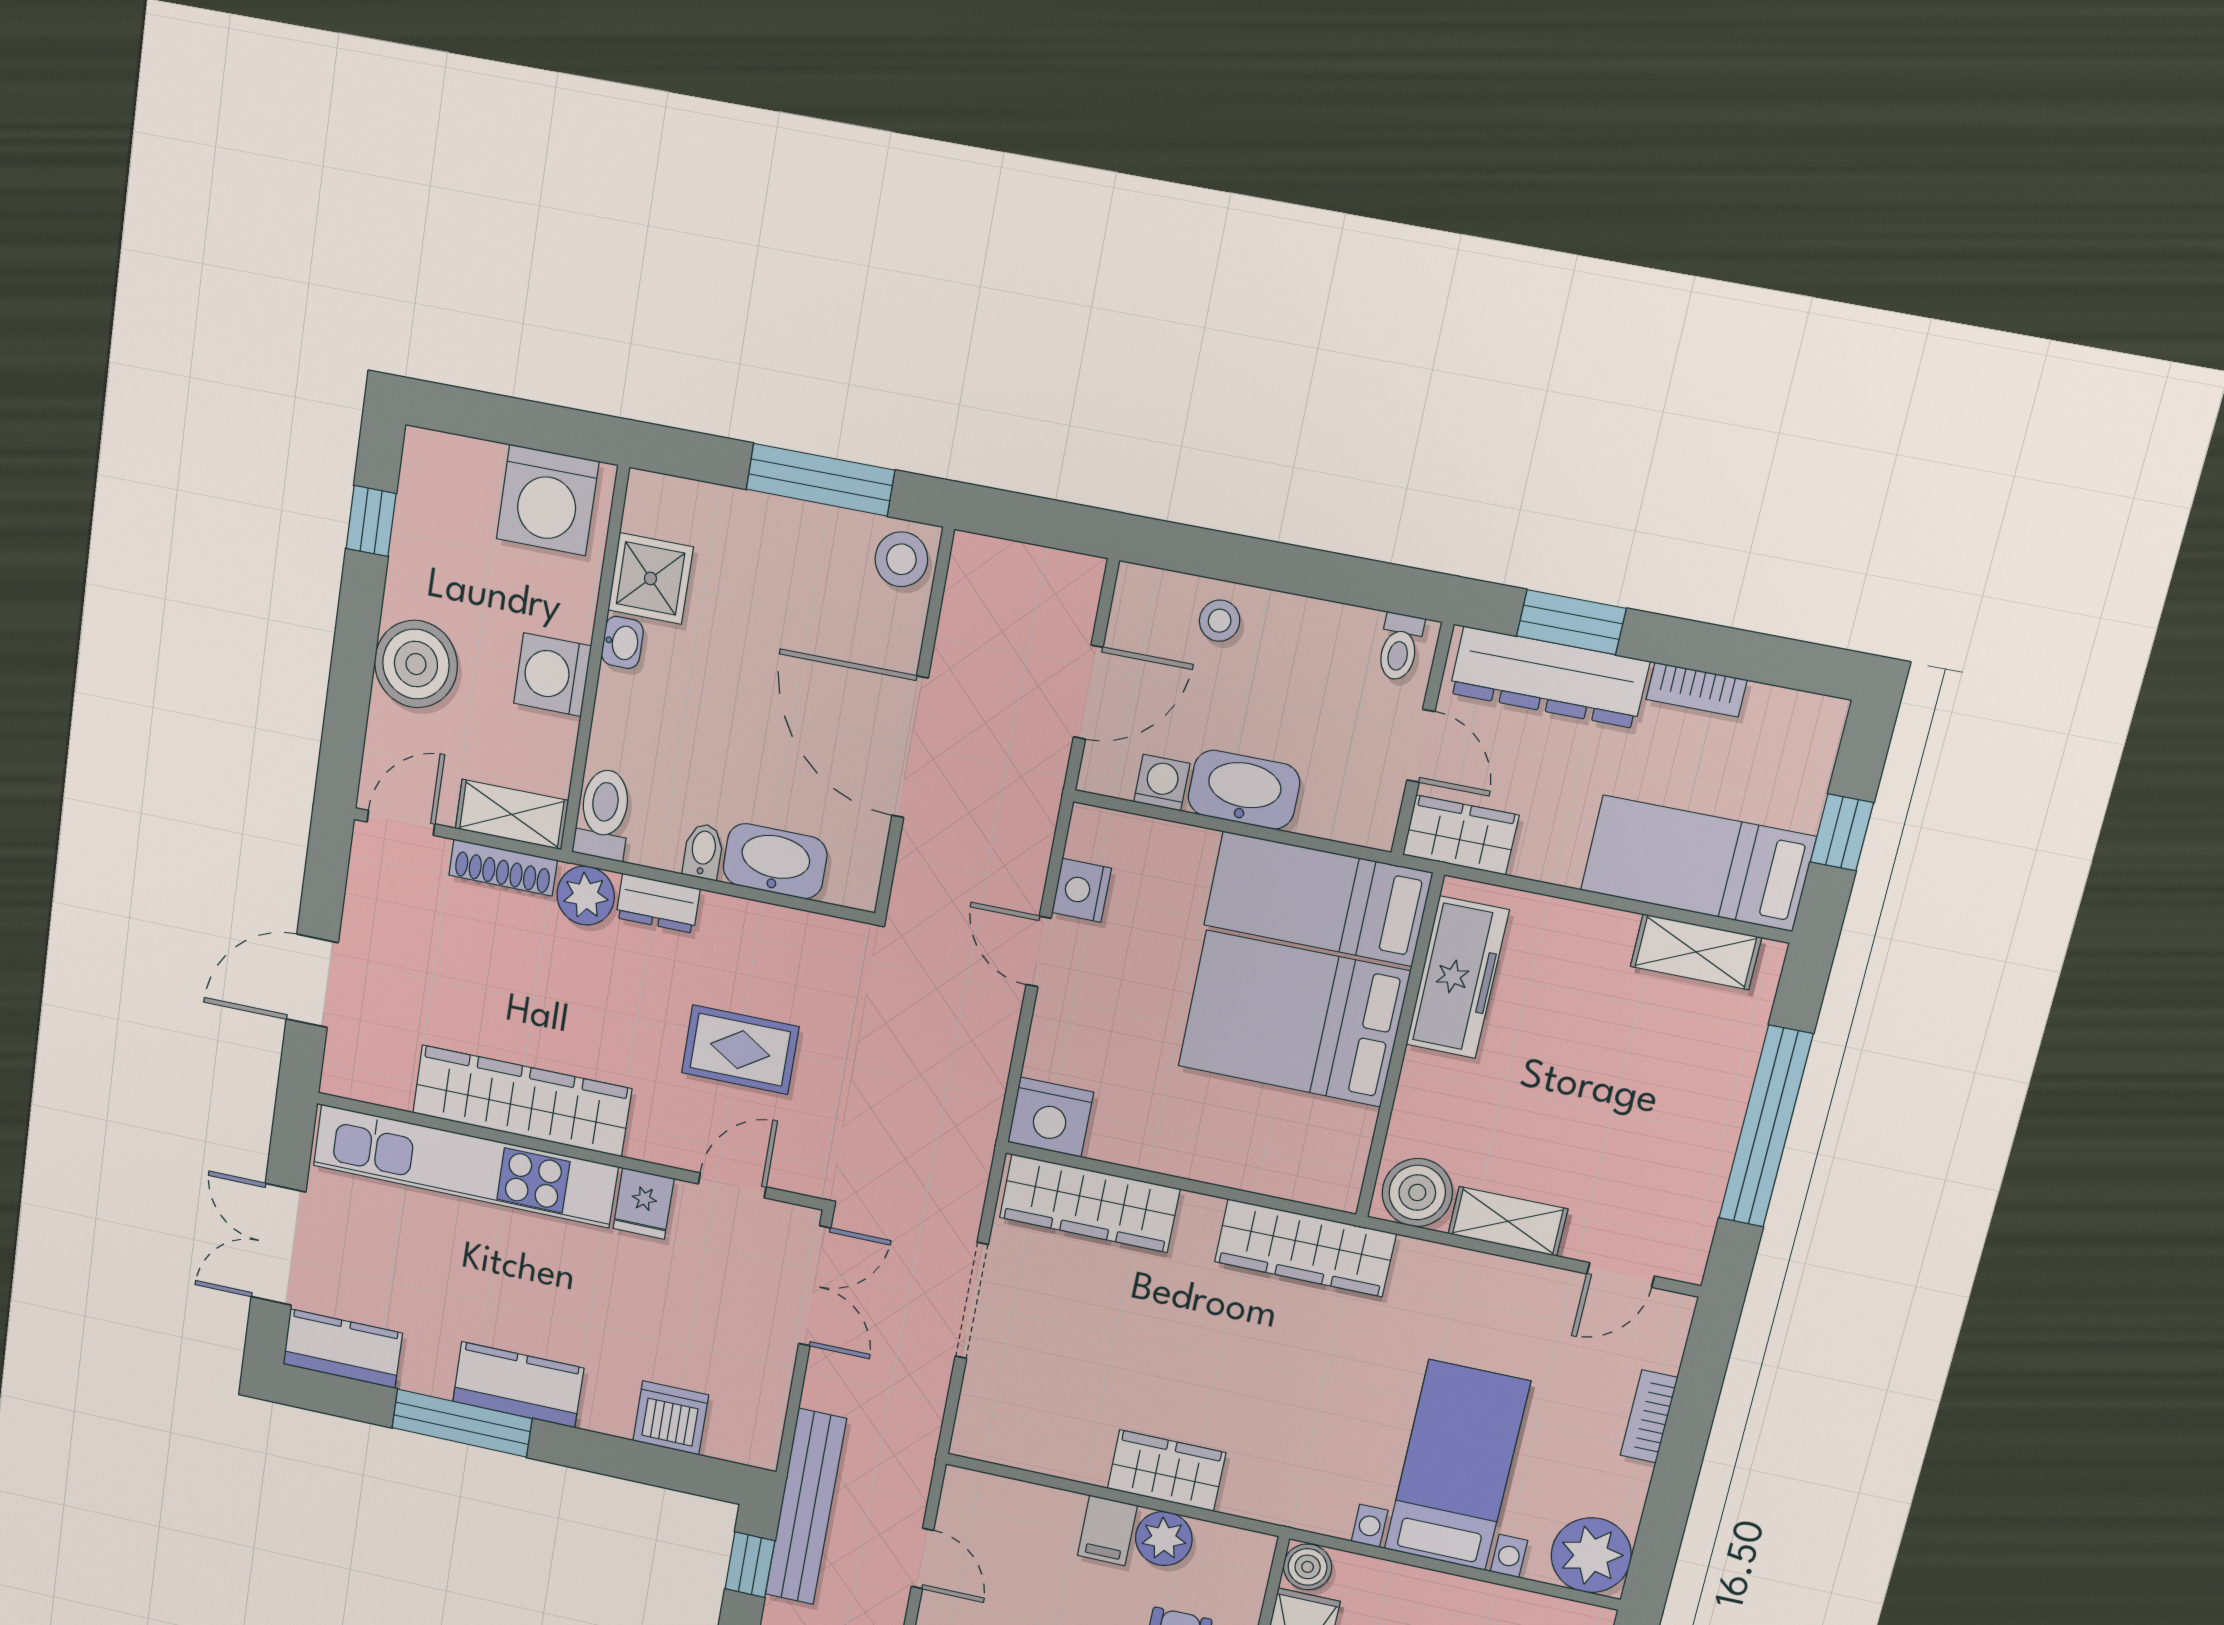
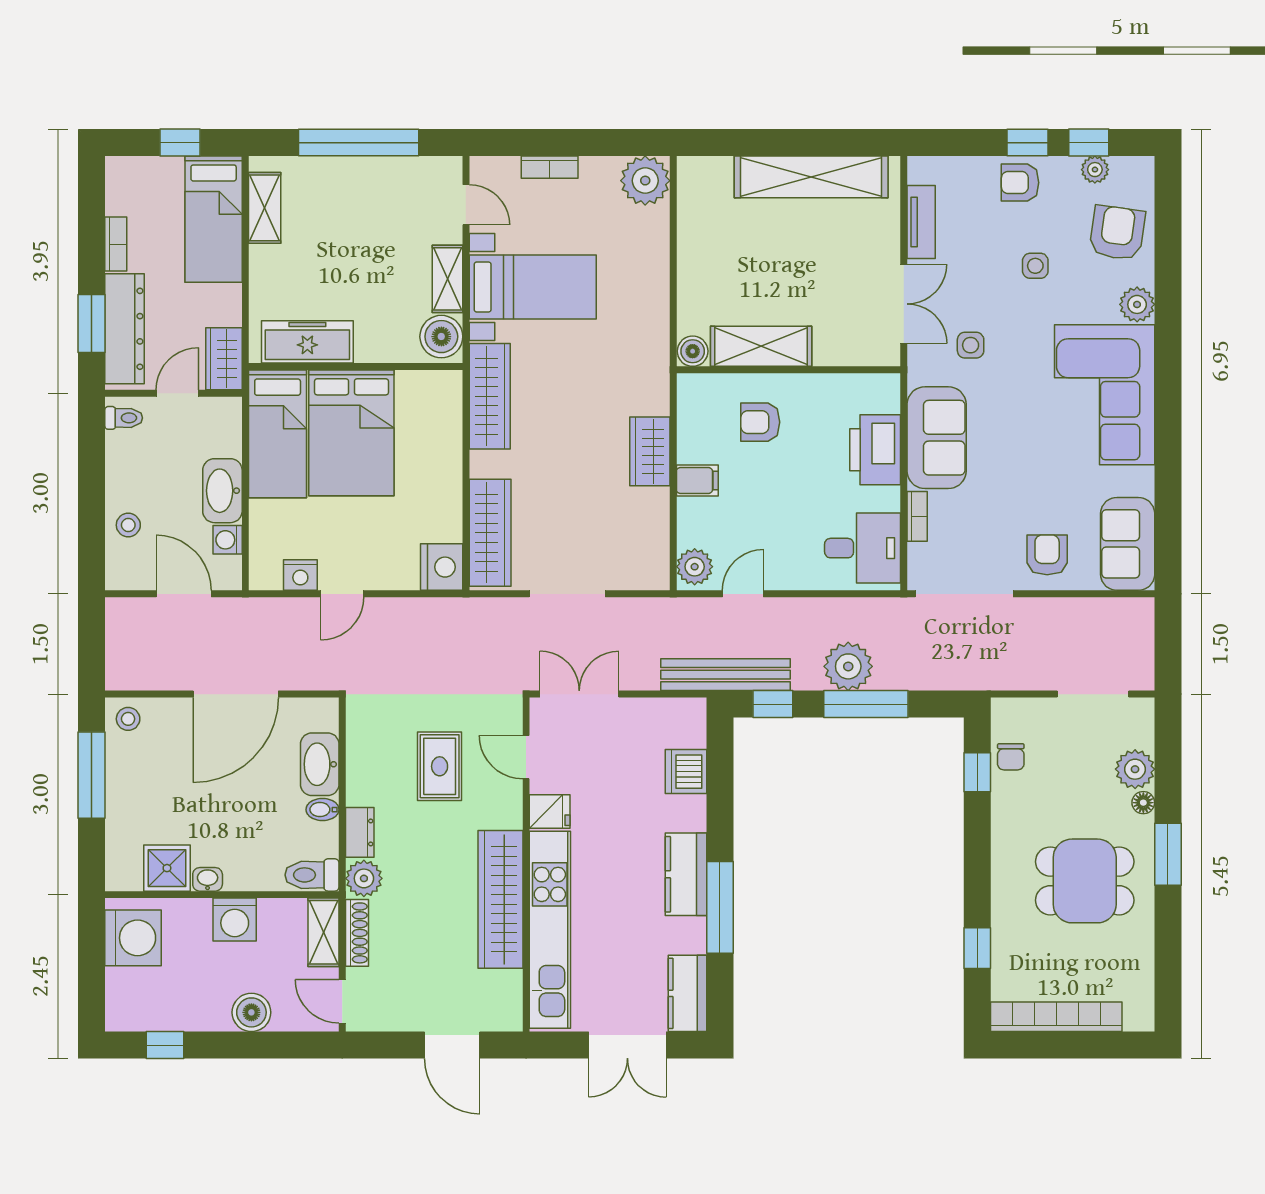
stool: (901, 559) -> (128, 719), width x0.73, depth x0.73
boiler: (416, 664) -> (251, 1012), width x0.73, depth x0.73
bed with nightstands: (1457, 1466) -> (533, 287), moved, turned 180
plant: (1164, 1539) -> (695, 567), moved

